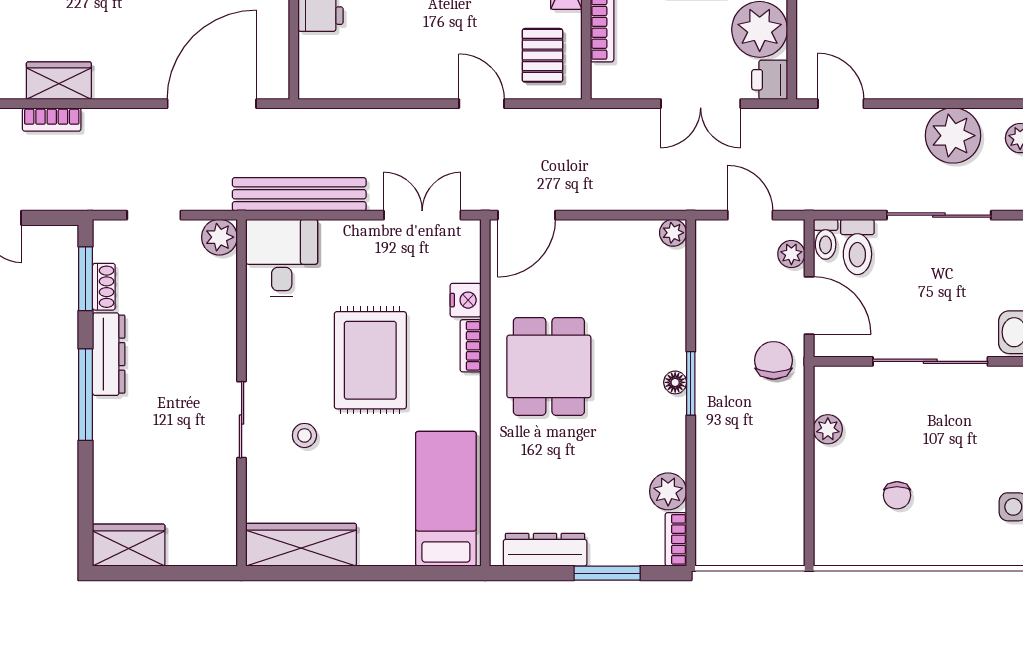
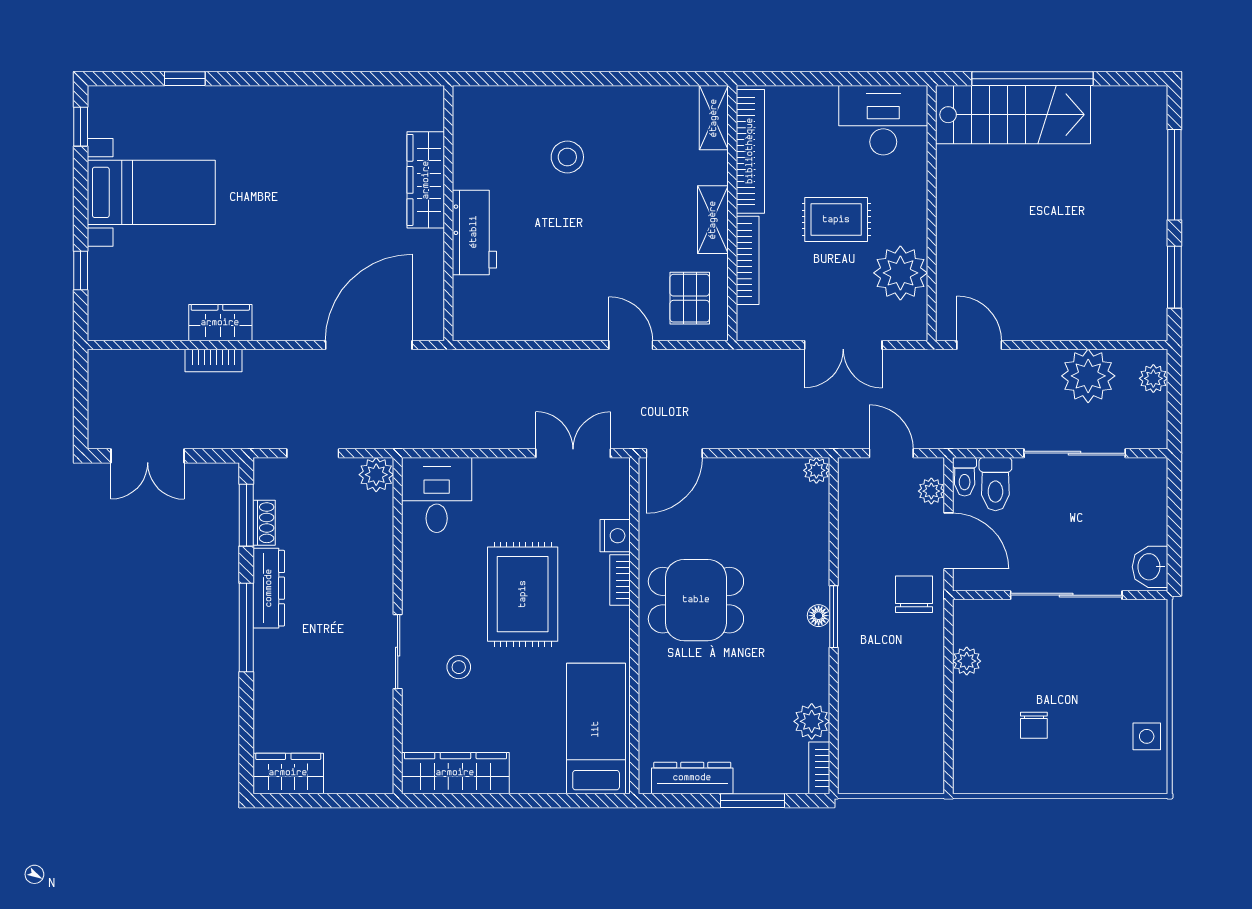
printer: (770, 80) -> (910, 322), removed
bench: (299, 194) -> (454, 433), removed
dining table: (549, 366) -> (696, 600), turned 90

